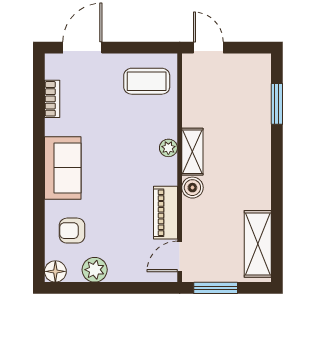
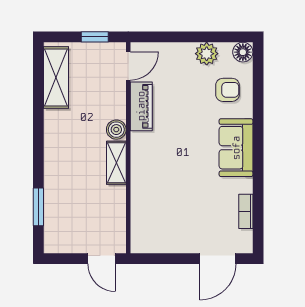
coffee table: (147, 81) -> (159, 228), removed
plant: (168, 148) -> (138, 166), removed
window: (216, 288) -> (95, 37), width x0.67

